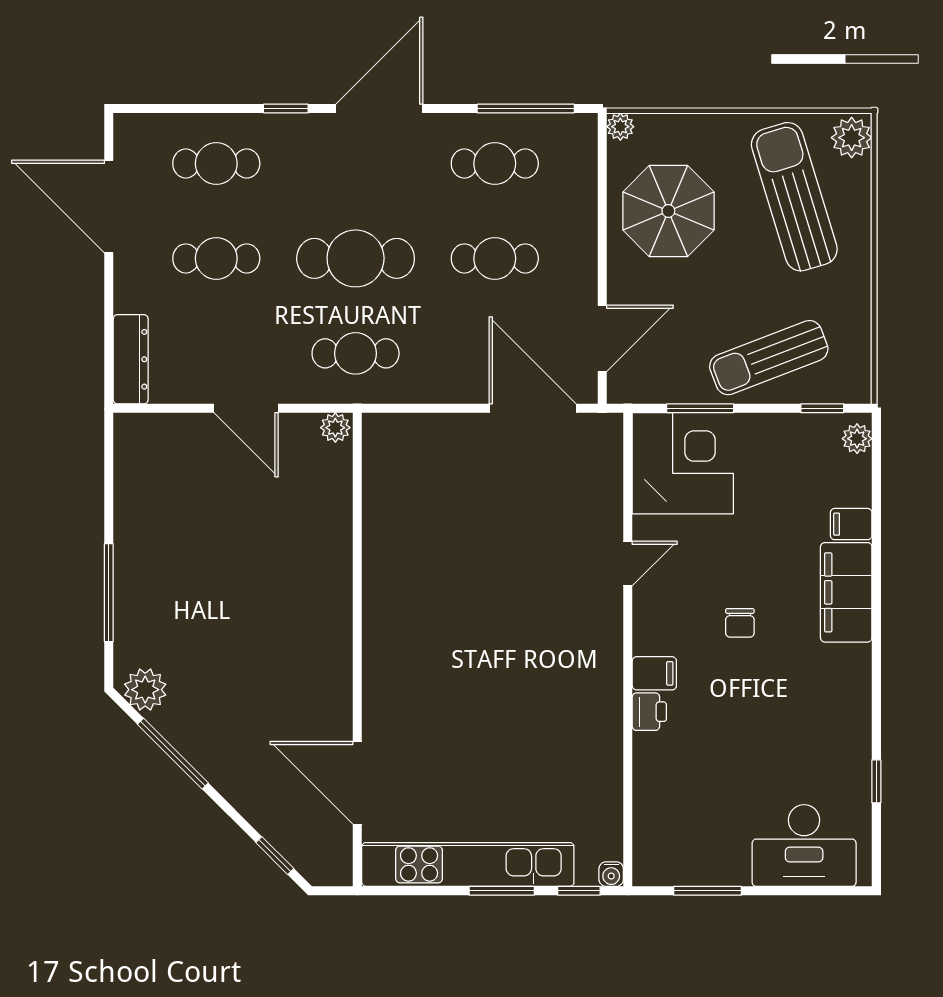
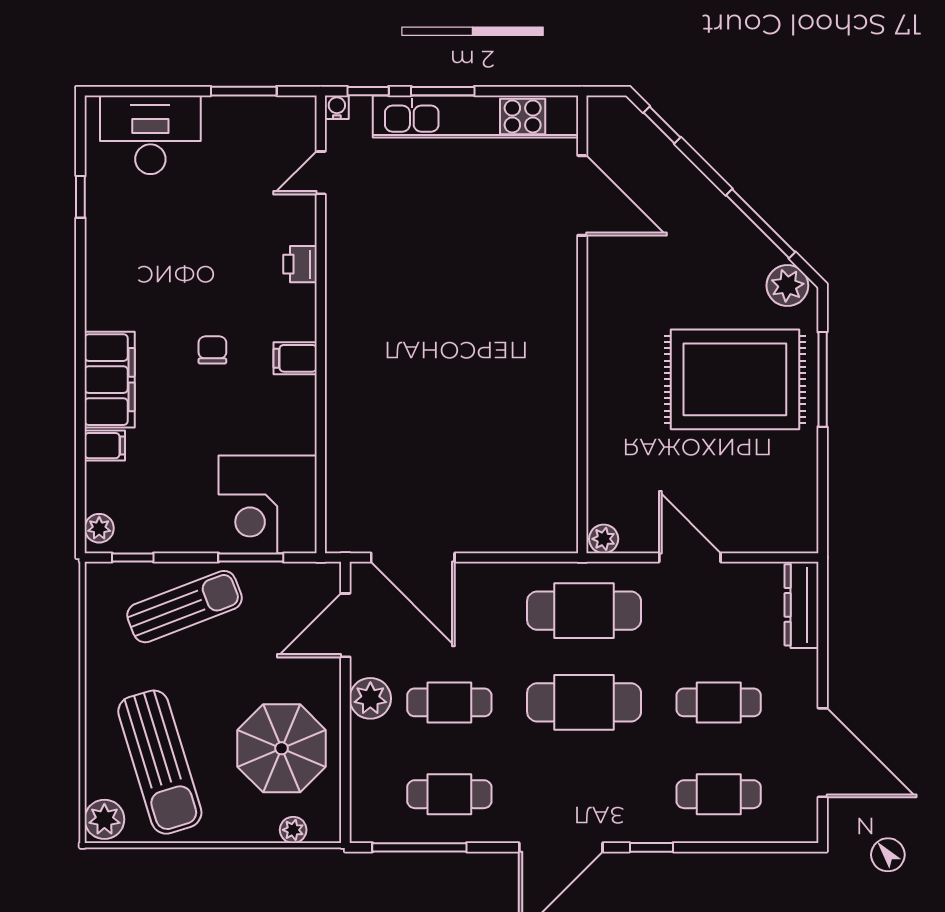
plant: (620, 127) -> (293, 830), moved
plant: (577, 263) -> (370, 698), added
cafe table: (356, 353) -> (584, 611), width x1.37, depth x1.35
door: (628, 564) -> (321, 173), moved
rug: (199, 593) -> (735, 379), added
filing cabinet: (654, 673) -> (295, 358), moved

